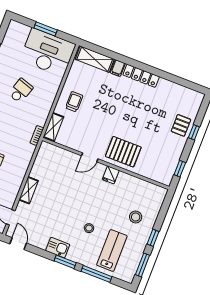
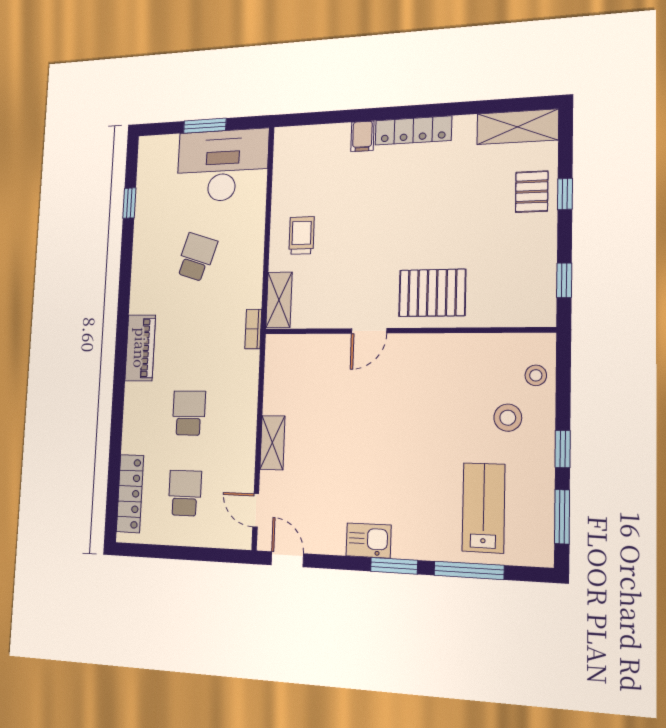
shelving: (95, 59) -> (517, 127), moved
fridge: (111, 175) -> (424, 350), removed
stool: (89, 228) -> (536, 375), moved

